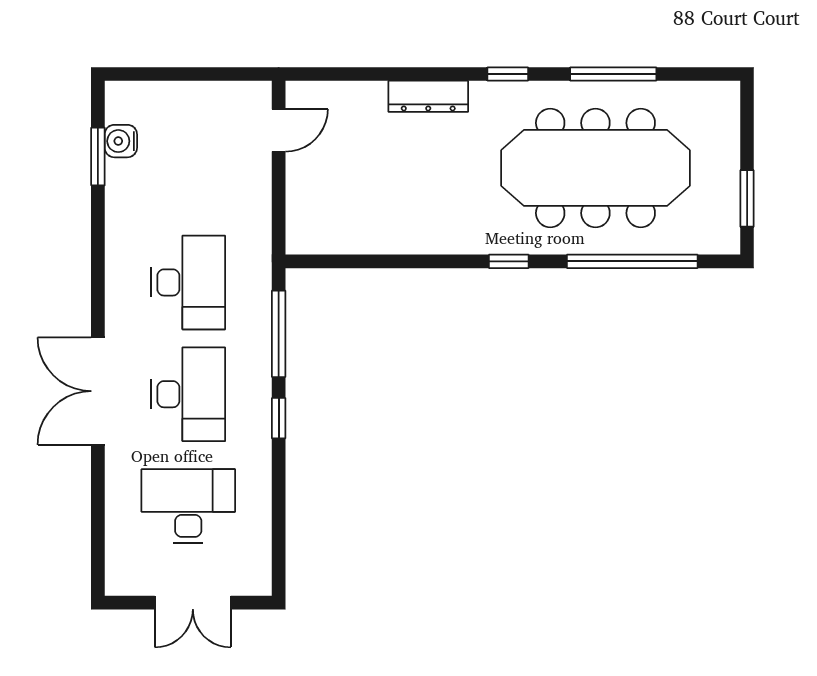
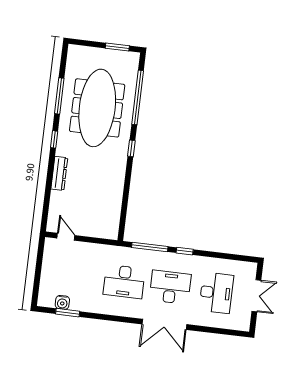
desk: (188, 282) -> (124, 282), turned 180
desk: (188, 506) -> (216, 293), turned 180

